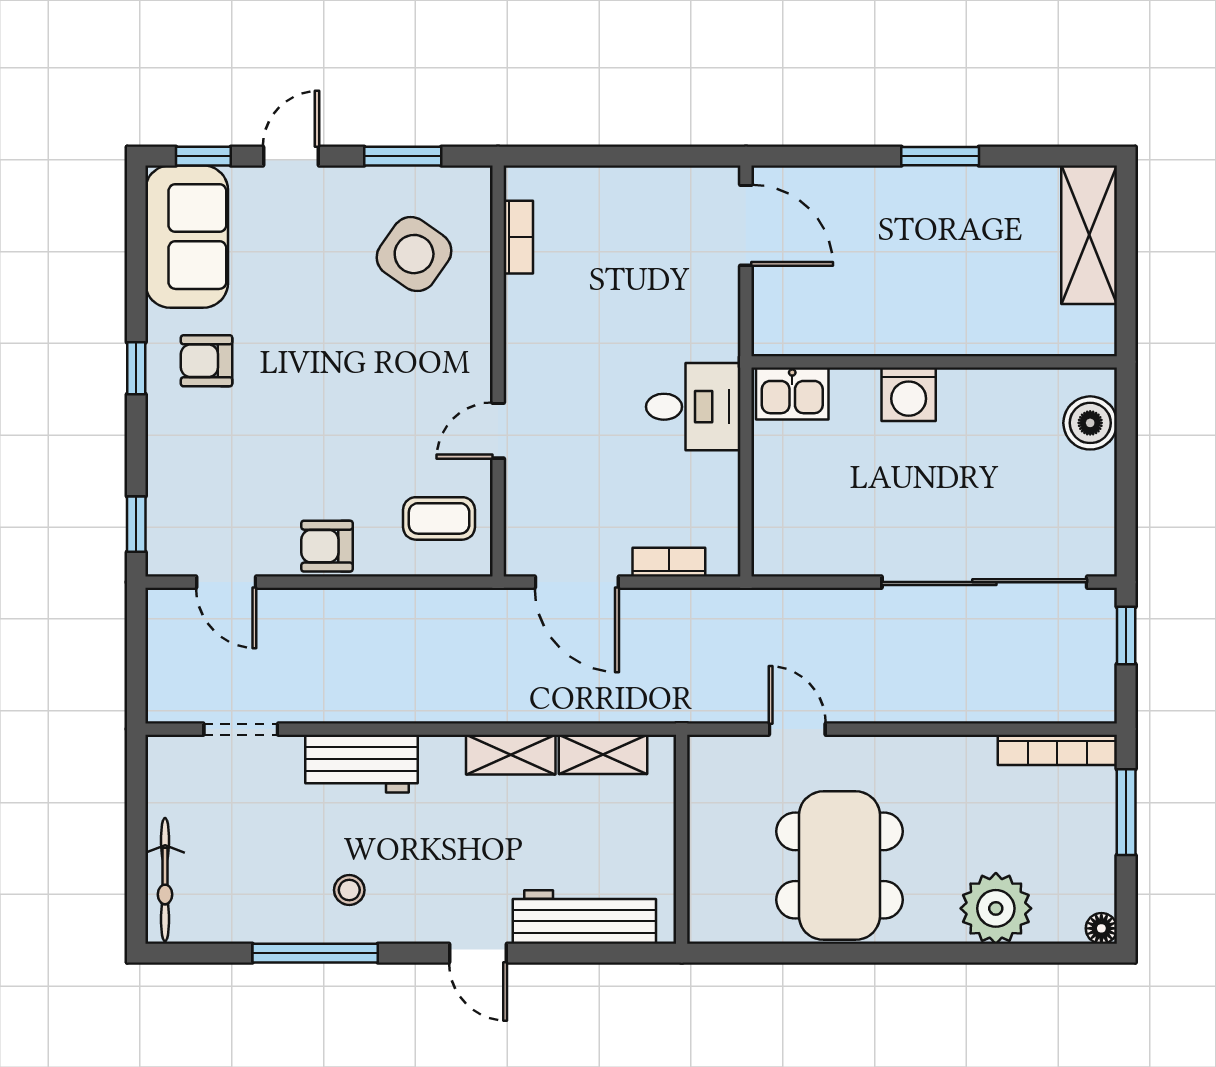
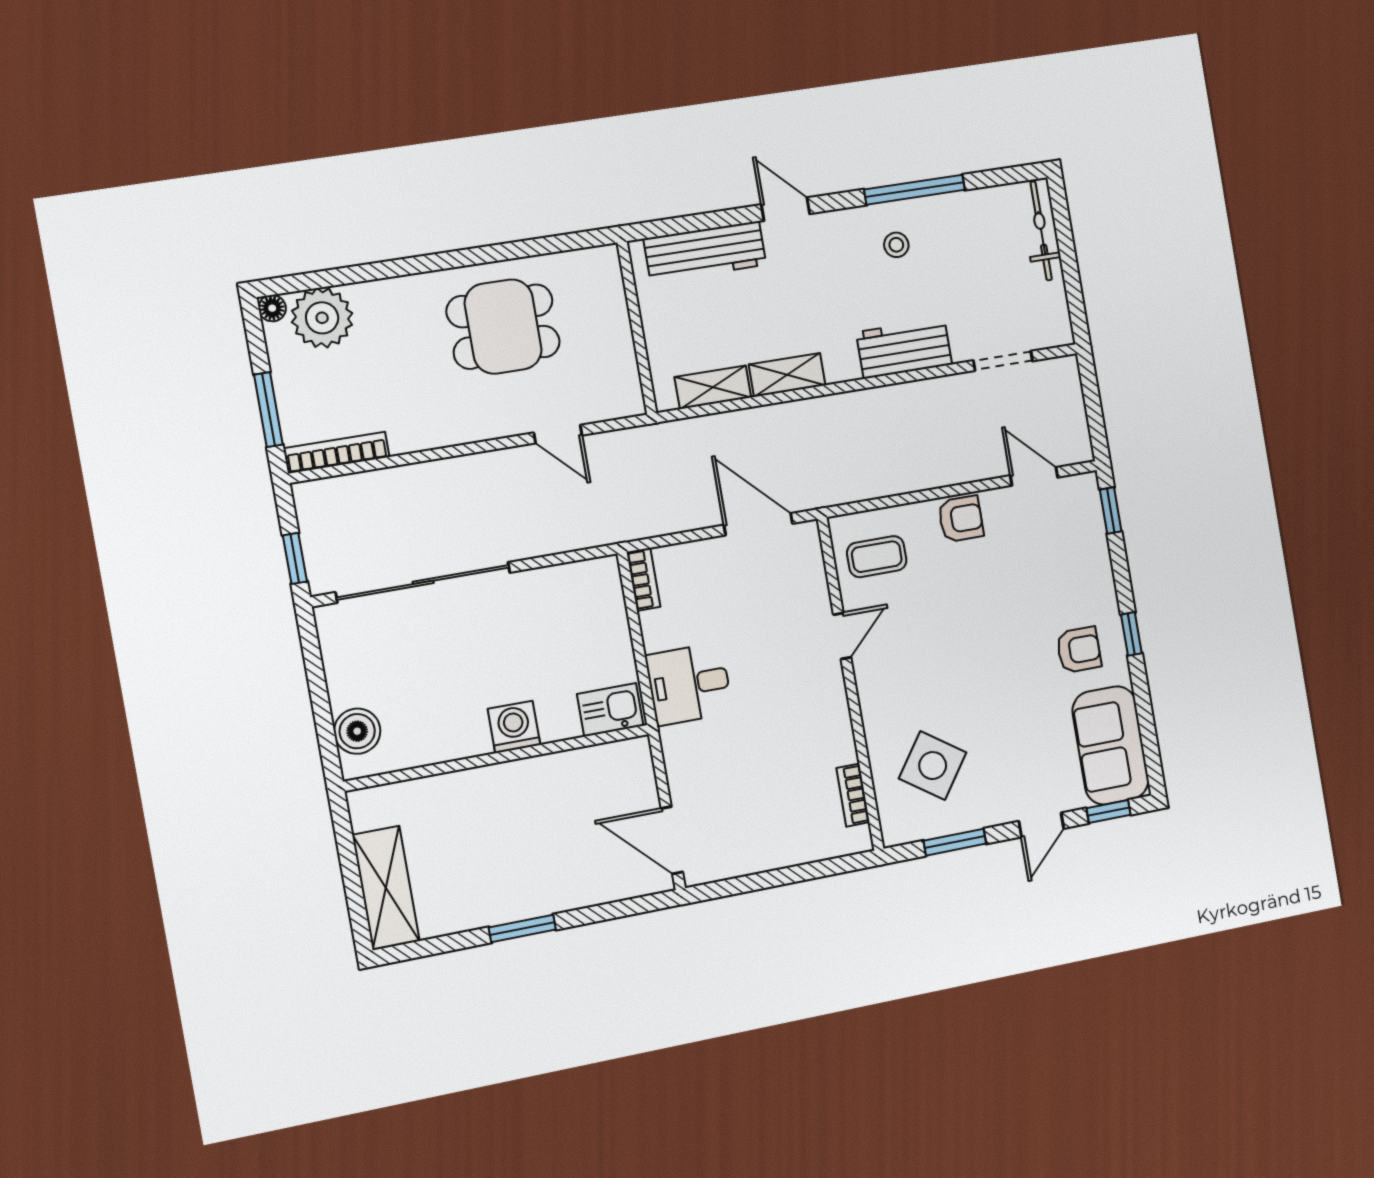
bookcase: (669, 562) -> (643, 579), moved, turned -90
dining table: (839, 866) -> (503, 327), width x0.73
plant: (996, 908) -> (322, 318), moved

